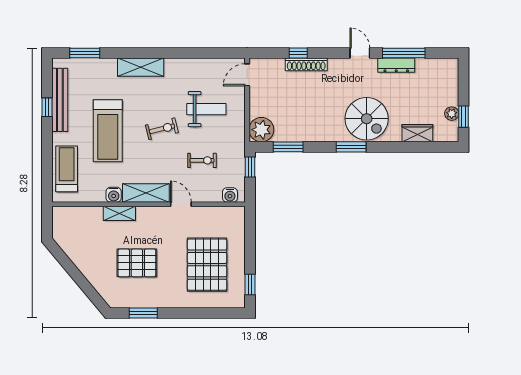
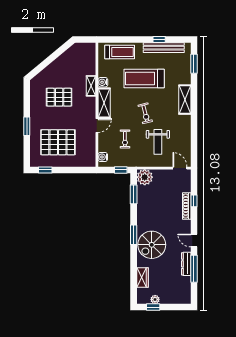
door: (360, 53) -> (194, 240), swing flipped
pallet: (137, 263) -> (59, 97), turned 90
window: (143, 313) -> (27, 126), moved

